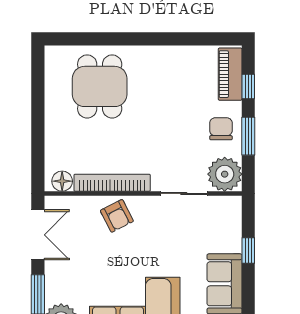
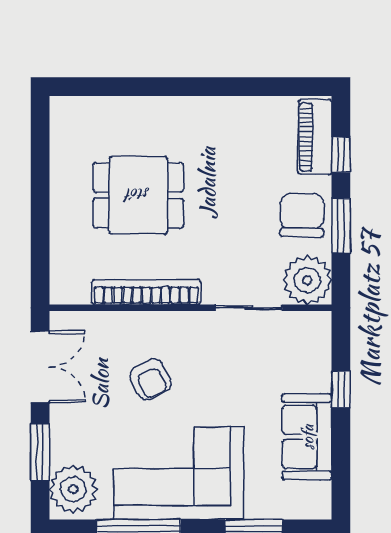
dining table: (100, 86) -> (138, 195), moved, turned 90
chair: (221, 129) -> (302, 215), width x1.37, depth x1.37
floor lamp: (62, 181) -> (75, 290), removed
armchair: (117, 216) -> (150, 379), moved

